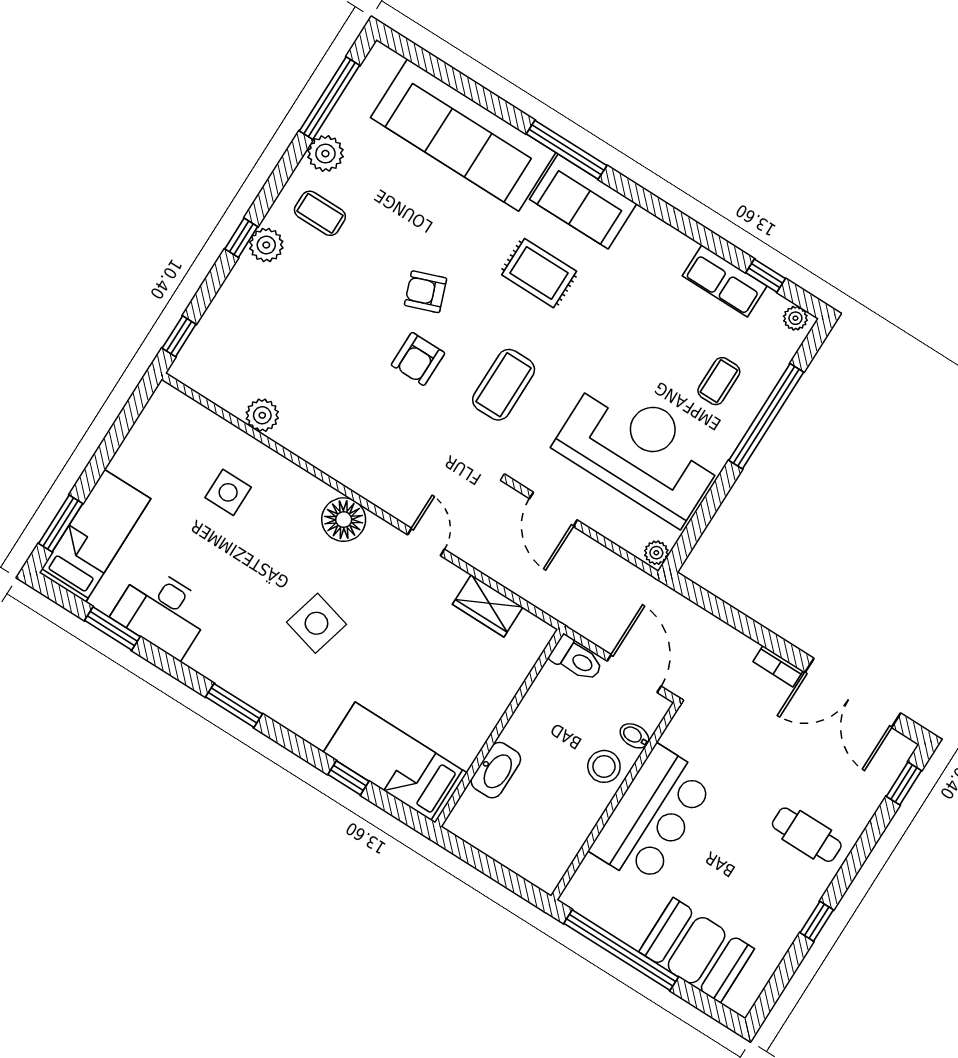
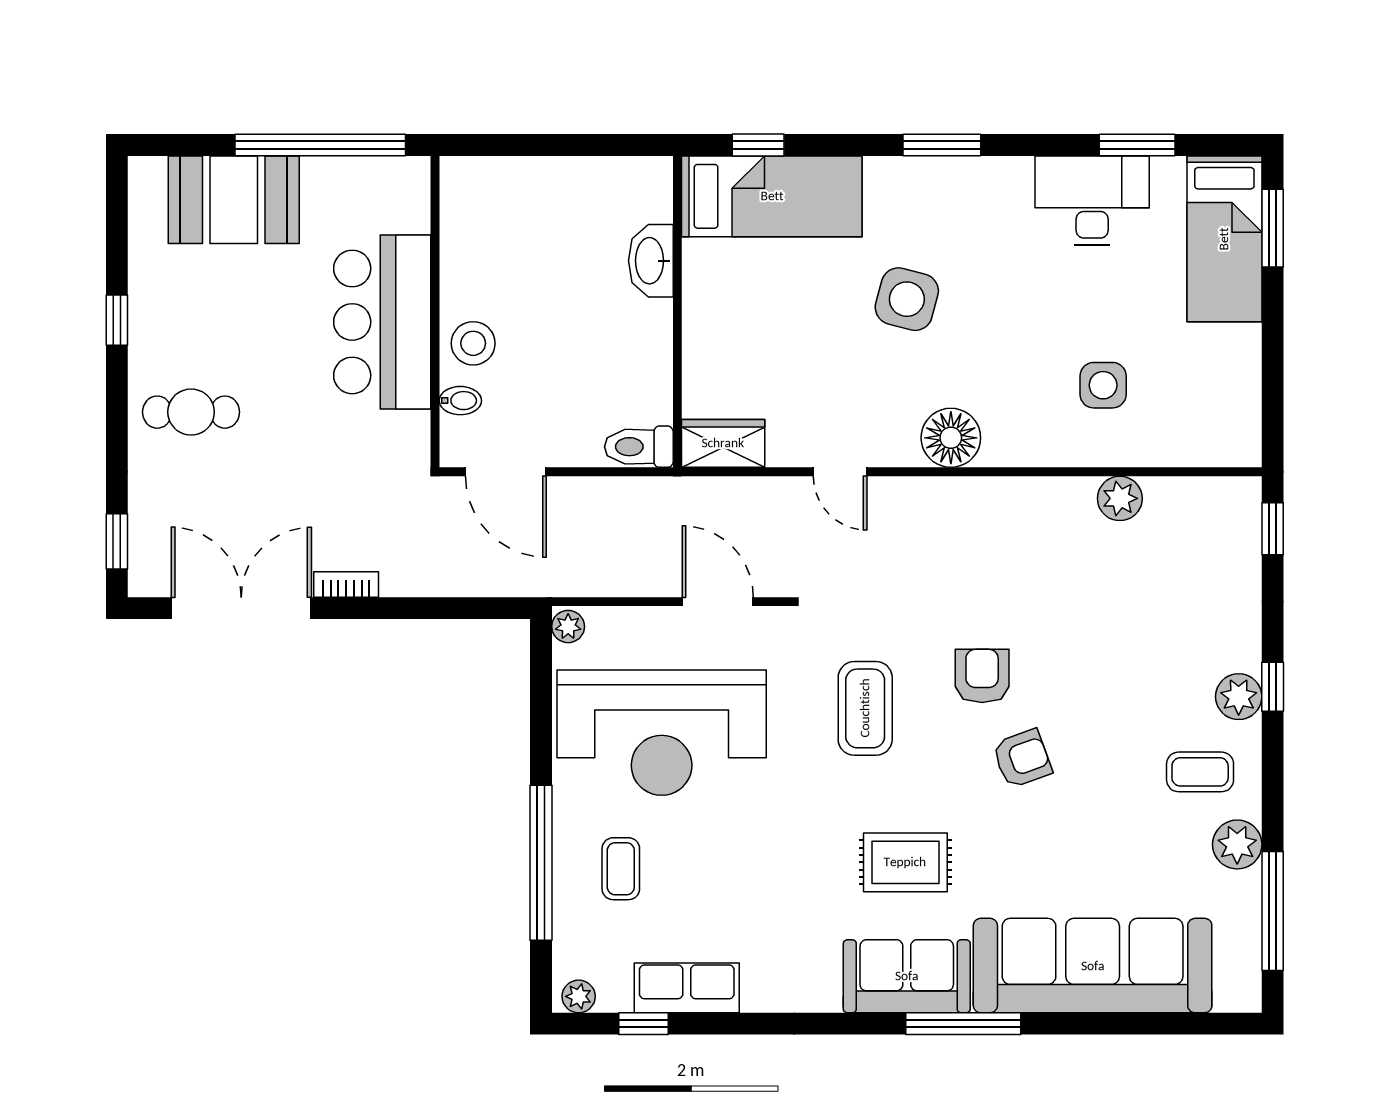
toilet: (576, 659) -> (639, 447), moved
wall: (499, 728) -> (677, 312), moved
bed: (395, 763) -> (772, 196), moved
washbasin: (496, 770) -> (651, 261), moved

